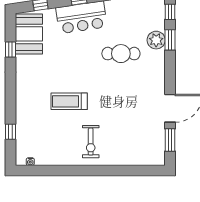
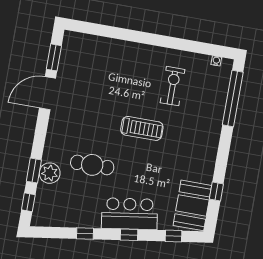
treadmill: (69, 101) -> (142, 128), moved
window: (10, 132) -> (233, 98), width x3.17
exercise bike: (91, 142) -> (173, 86), moved

